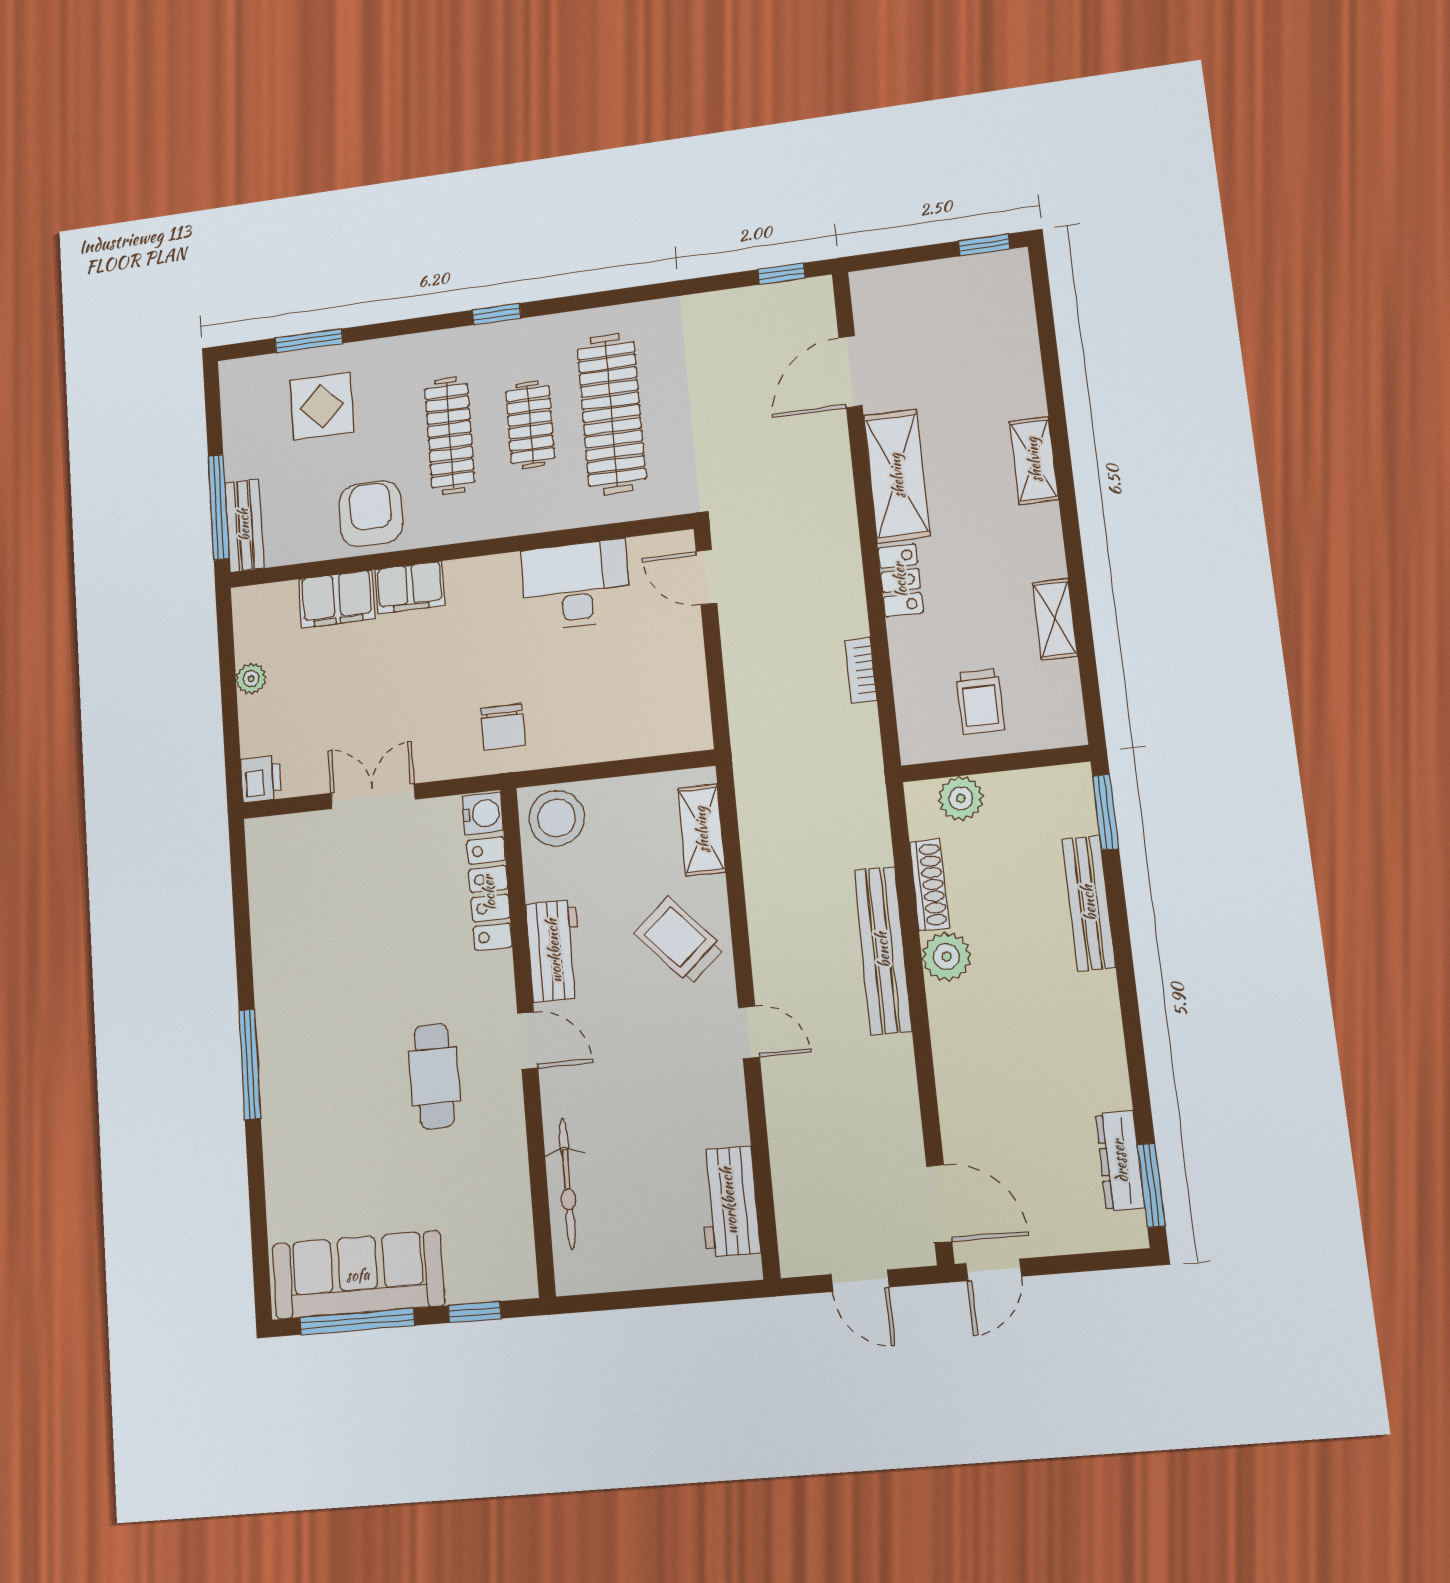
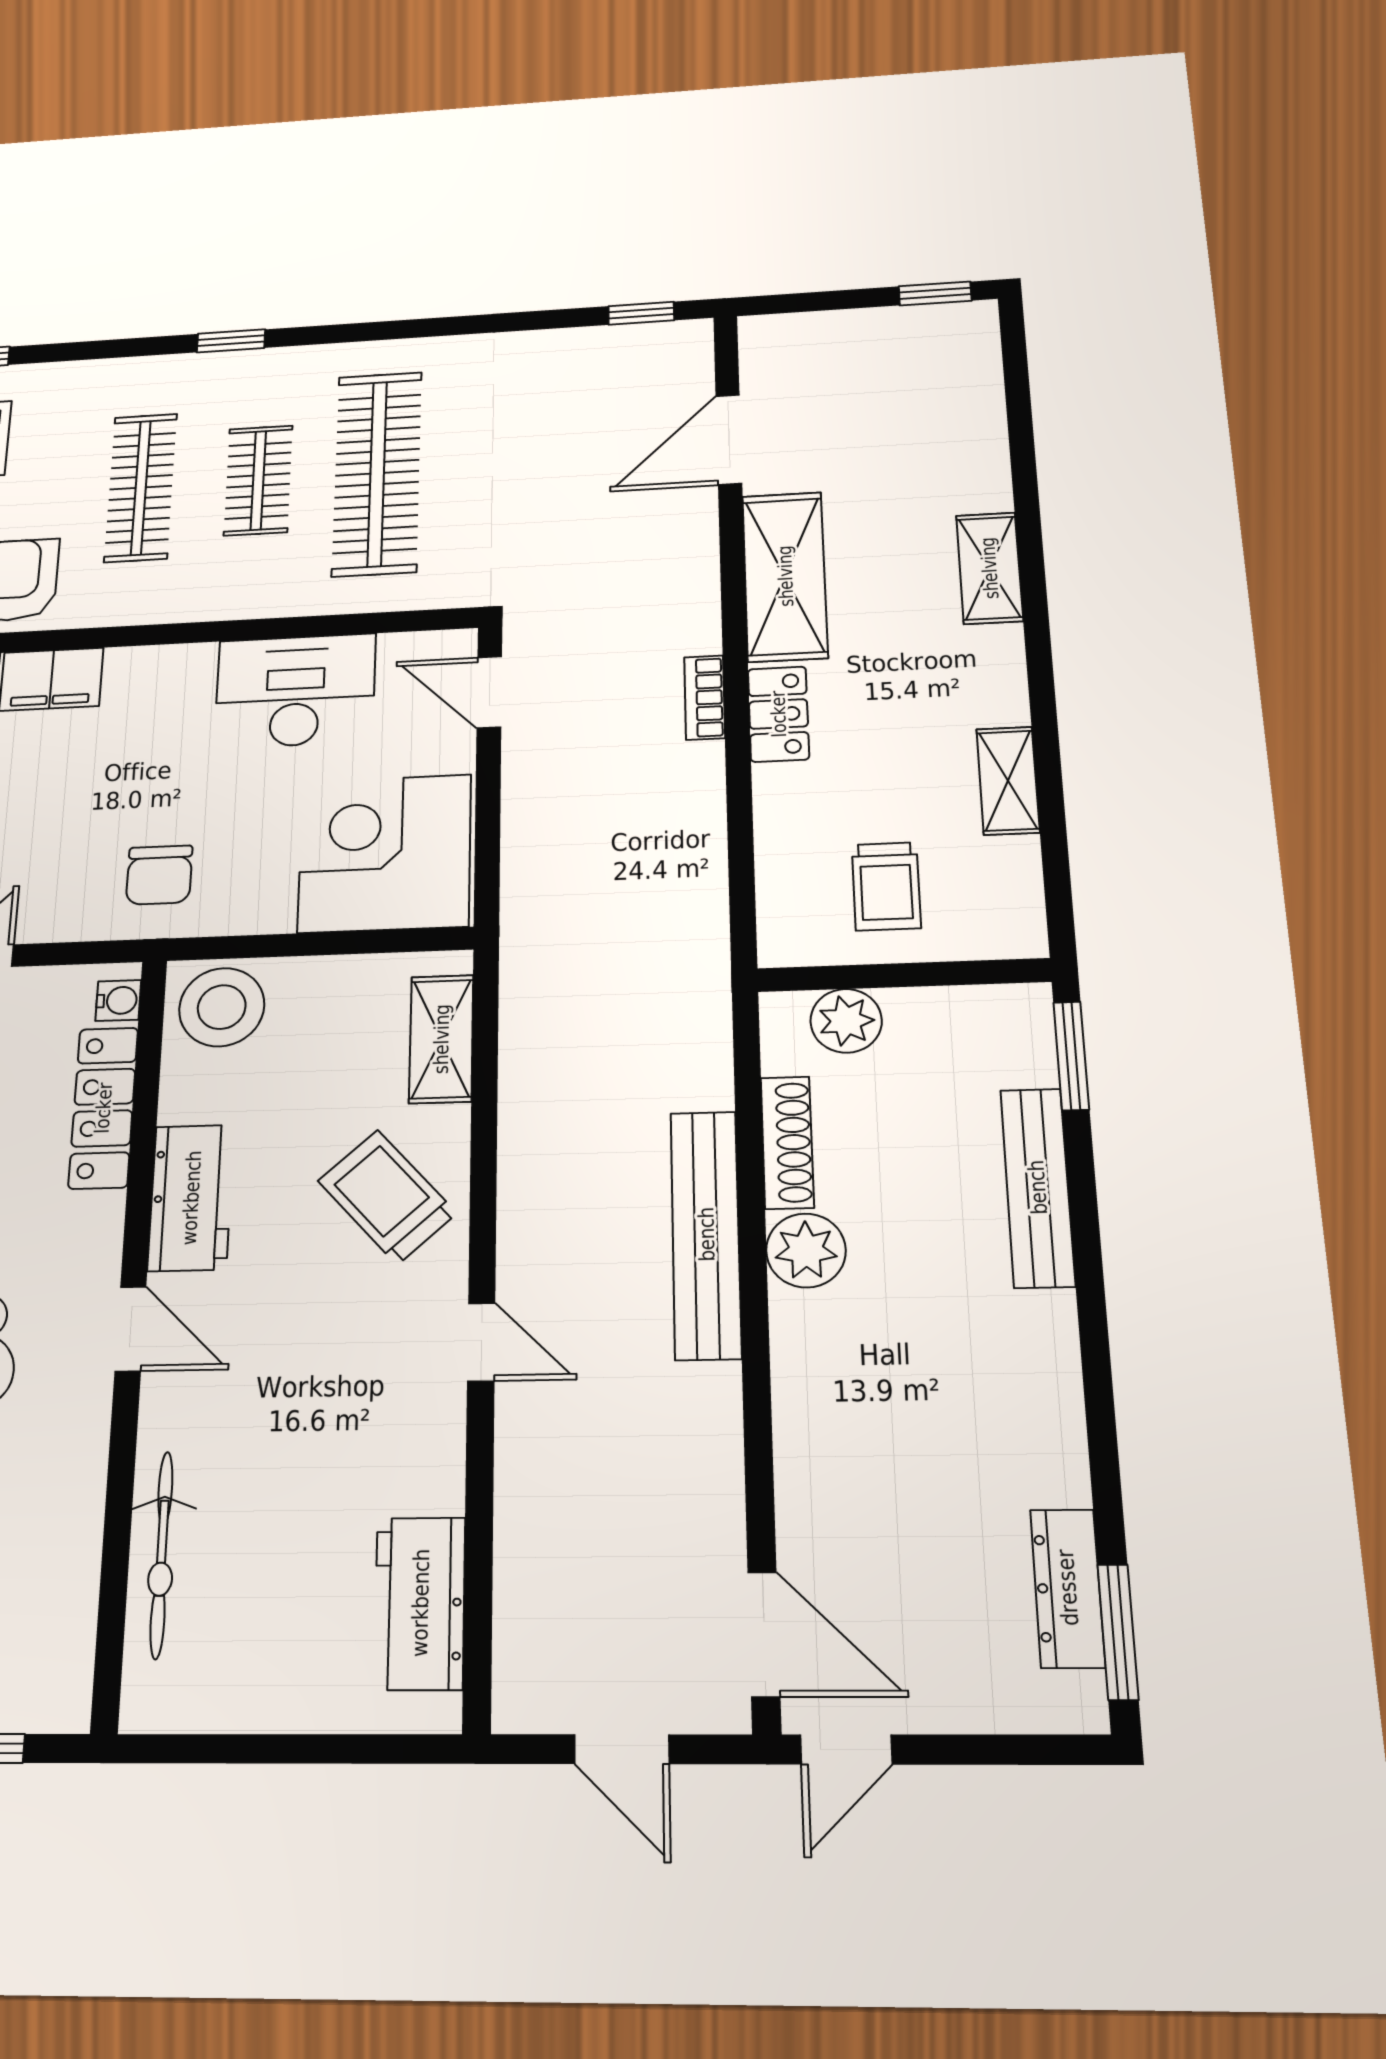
bookcase: (861, 670) -> (705, 698), moved
corner desk: (650, 701) -> (385, 853), added
water cooler: (483, 814) -> (118, 1000), width x0.72, depth x0.72

